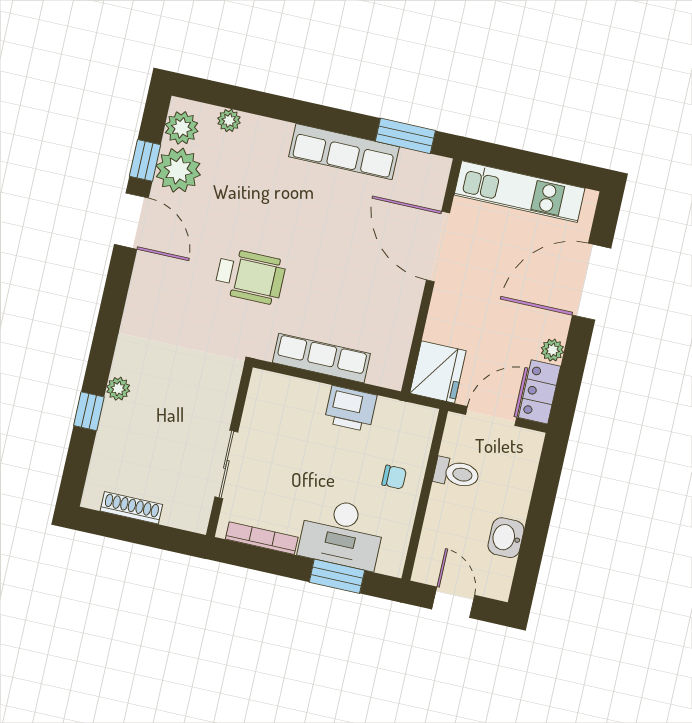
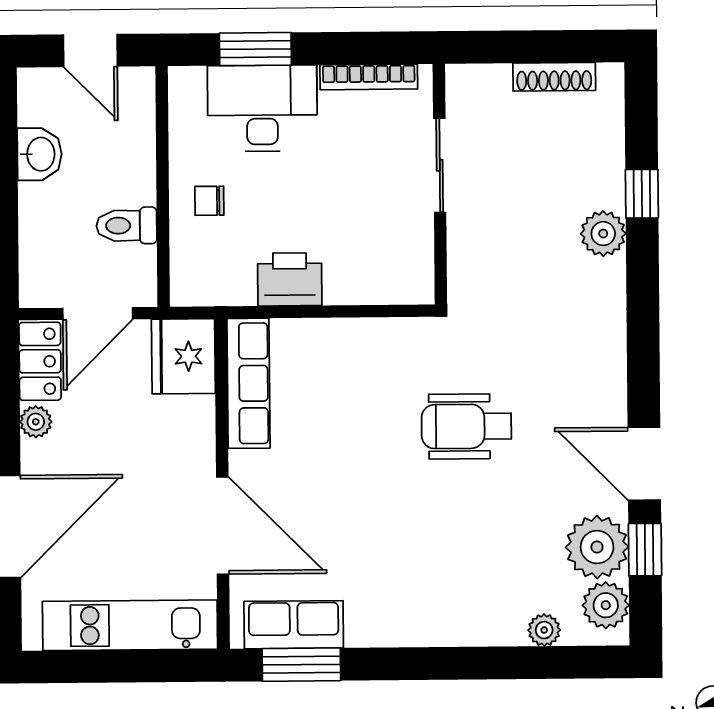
row of seats: (344, 152) -> (294, 625), moved, width x0.68
row of seats: (321, 358) -> (248, 383), moved, turned -90
plant: (118, 389) -> (603, 234), width x1.38, depth x1.38

